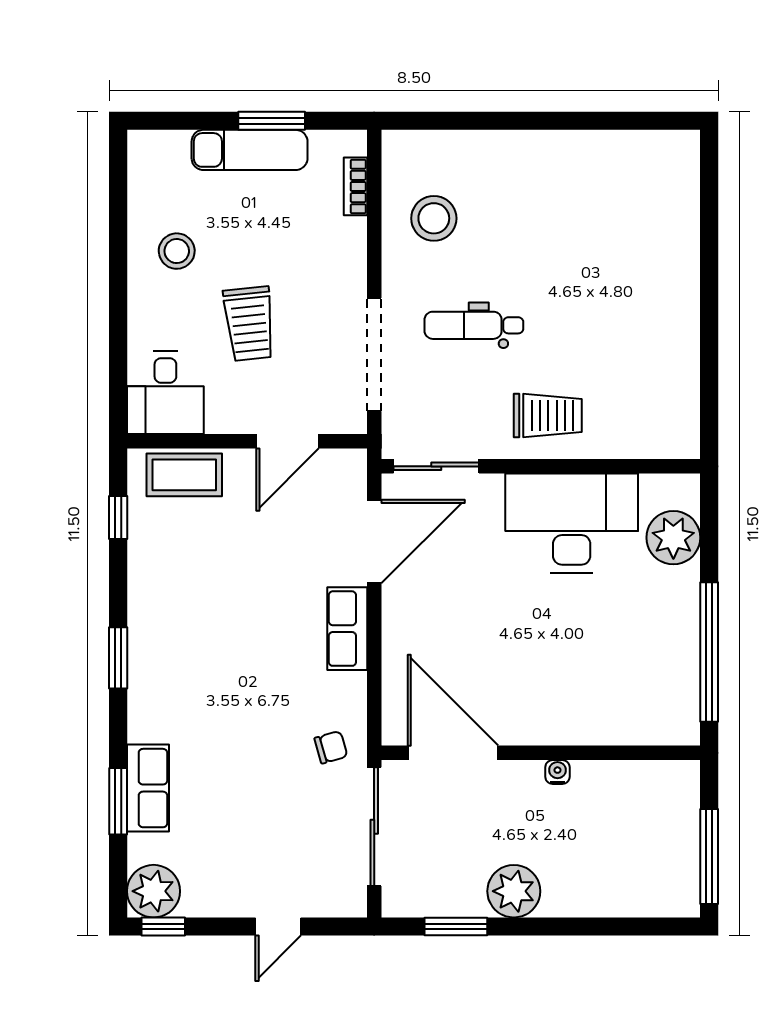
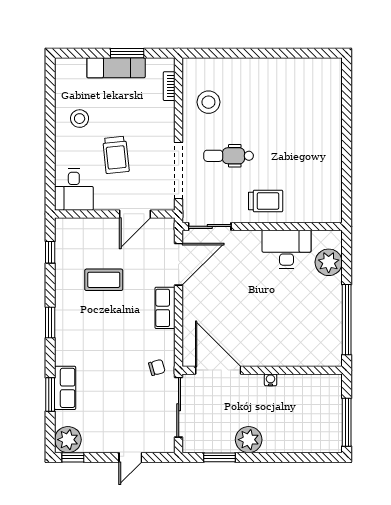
coffee table: (184, 475) -> (104, 280), moved
desk: (572, 523) -> (287, 249), width x0.73, depth x0.77

